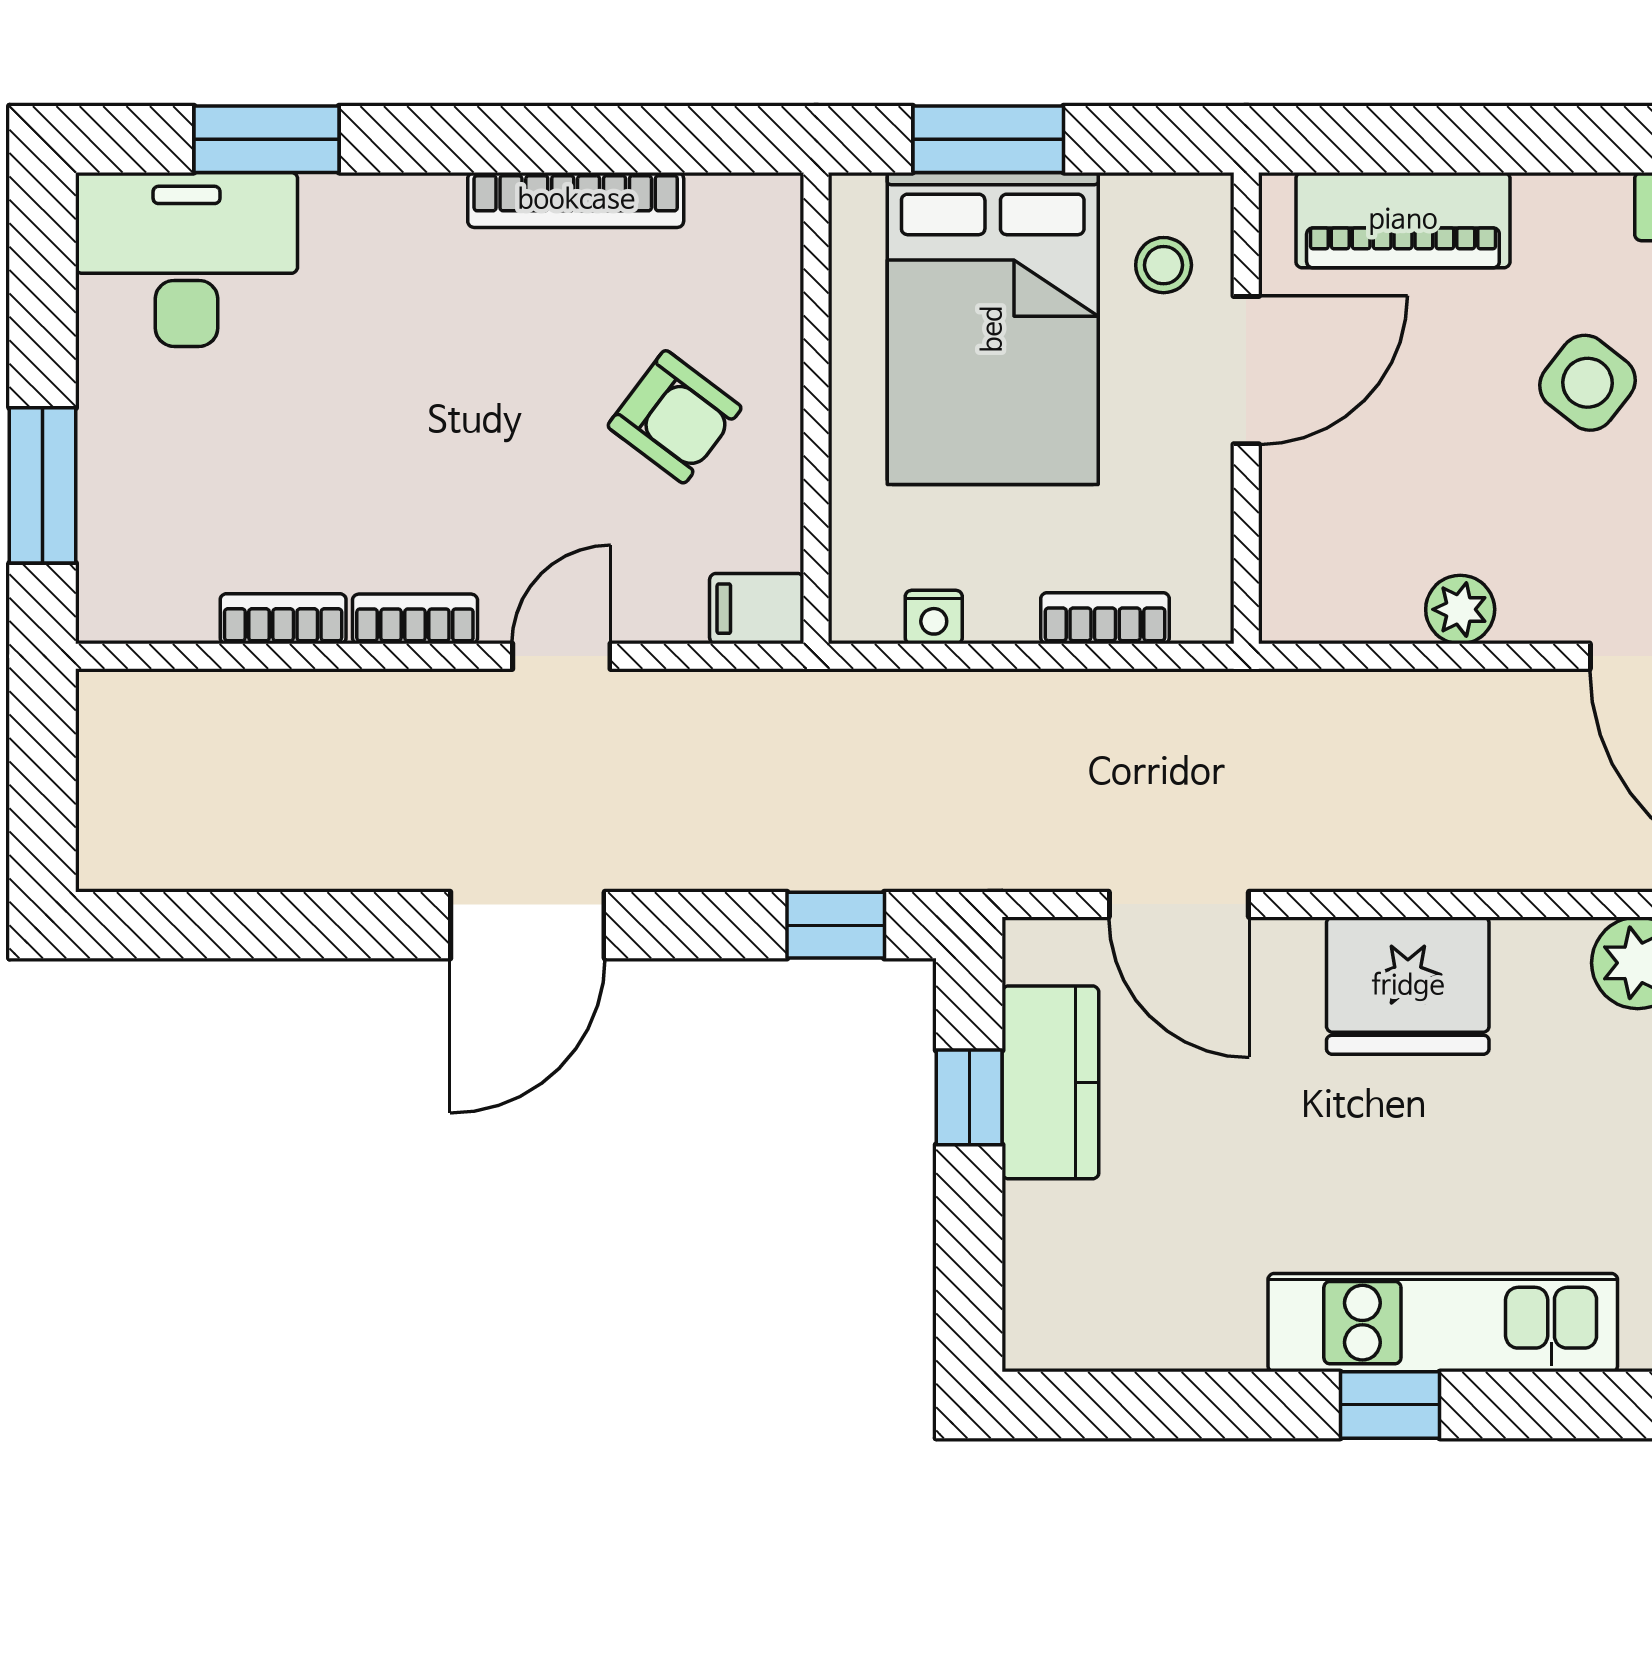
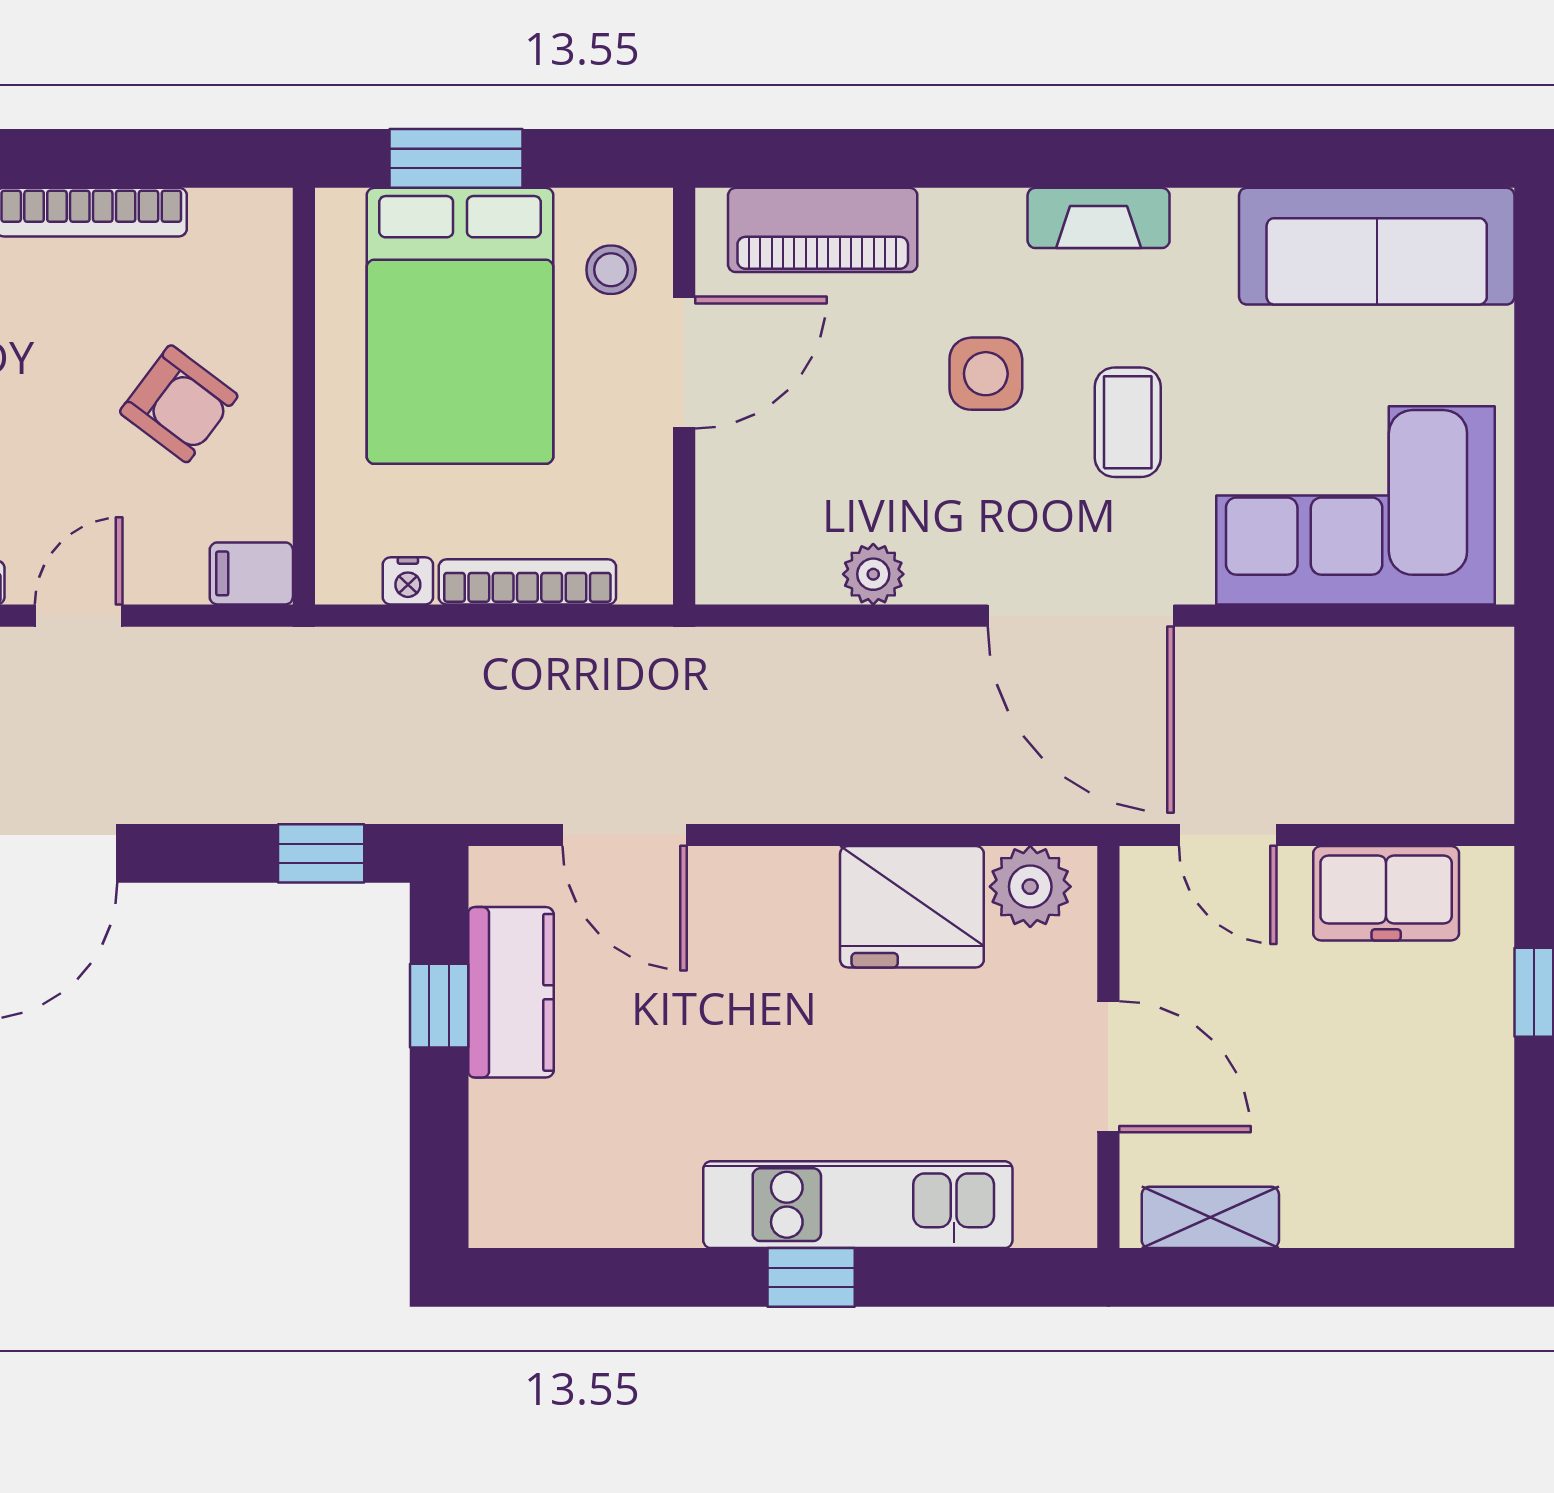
side table: (1587, 383) -> (986, 374), turned -38
bookcase: (1105, 618) -> (527, 582), width x1.56
fridge: (1408, 986) -> (912, 907), moved

